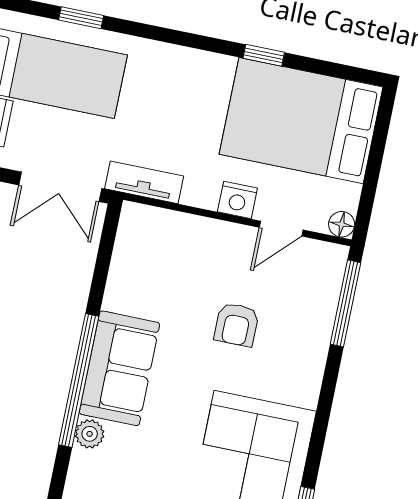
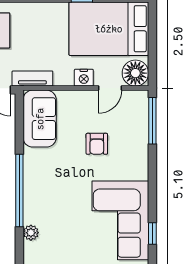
floor lamp: (342, 224) -> (135, 73), width x1.89, depth x1.89
sofa: (119, 368) -> (40, 119), moved
plant: (90, 434) -> (31, 233), moved

